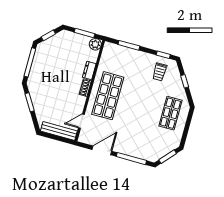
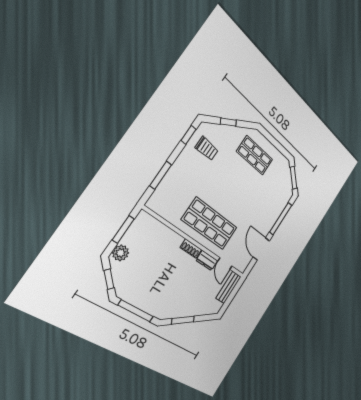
plant: (95, 44) -> (121, 253), moved
dresser: (89, 70) -> (207, 260), moved
bench: (59, 131) -> (229, 287), width x0.73

